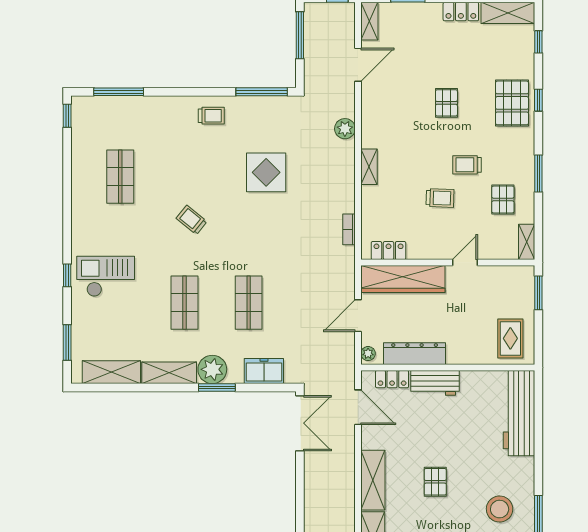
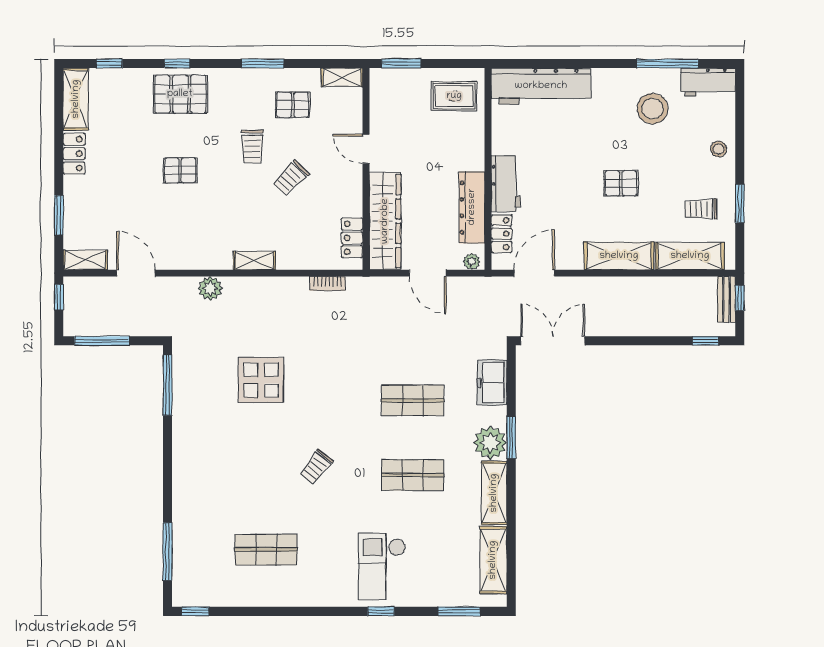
trolley: (211, 116) -> (195, 444), removed
trolley: (440, 198) -> (291, 178), turned -137

